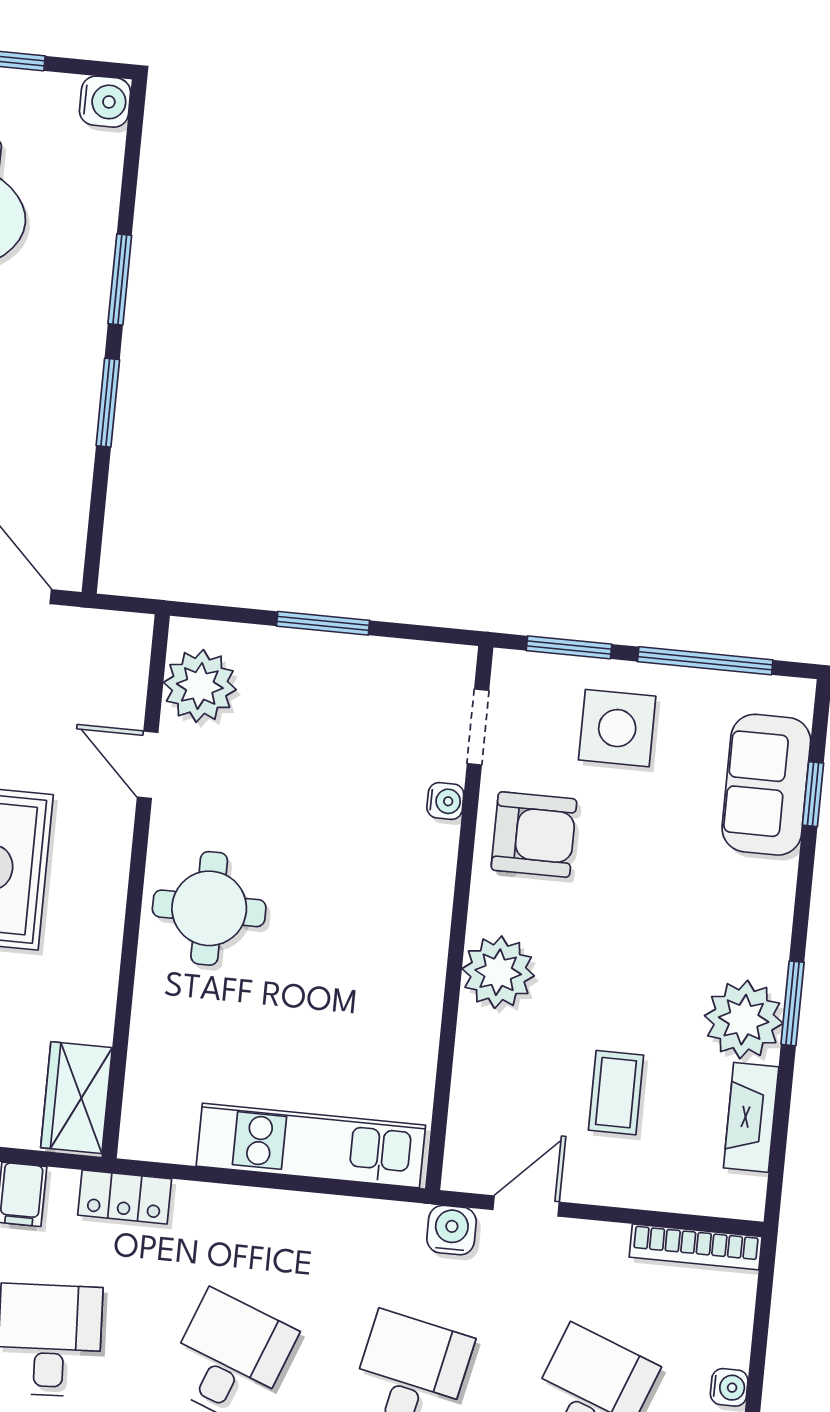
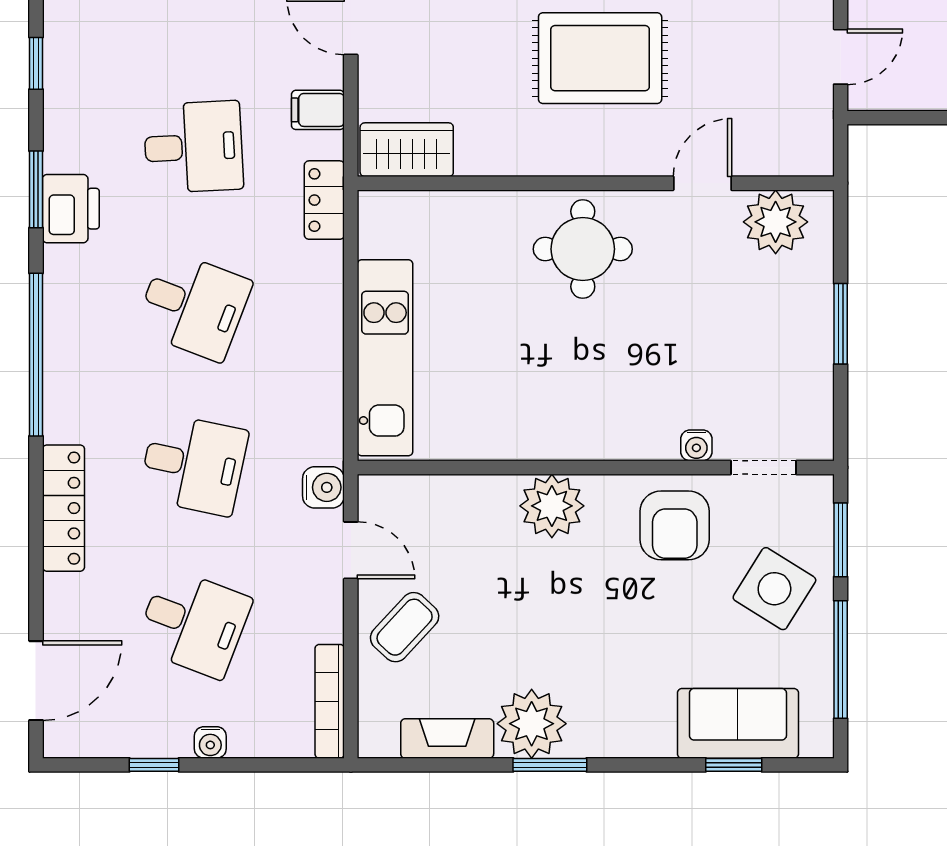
side table: (617, 728) -> (774, 589), turned 32
coffee table: (616, 1093) -> (405, 627), moved, turned -47

